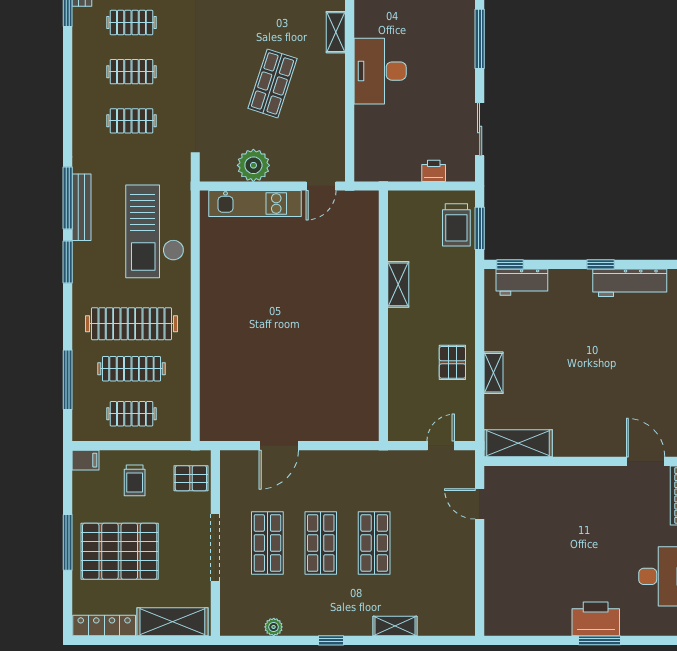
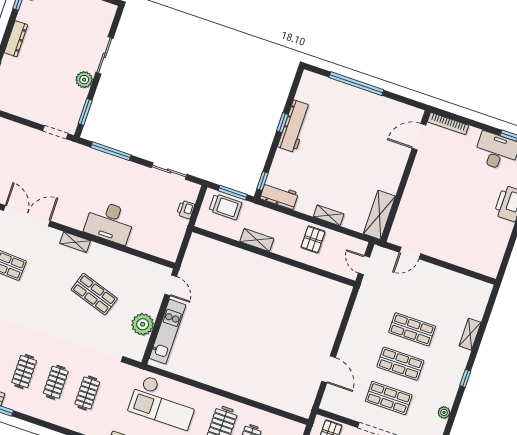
workbench: (522, 282) -> (279, 196), moved, turned -90
workbench: (630, 283) -> (294, 126), moved
shelving: (398, 284) -> (257, 240), moved
wall: (383, 316) -> (274, 256), moved
pallet: (452, 362) -> (313, 239), turned 90

